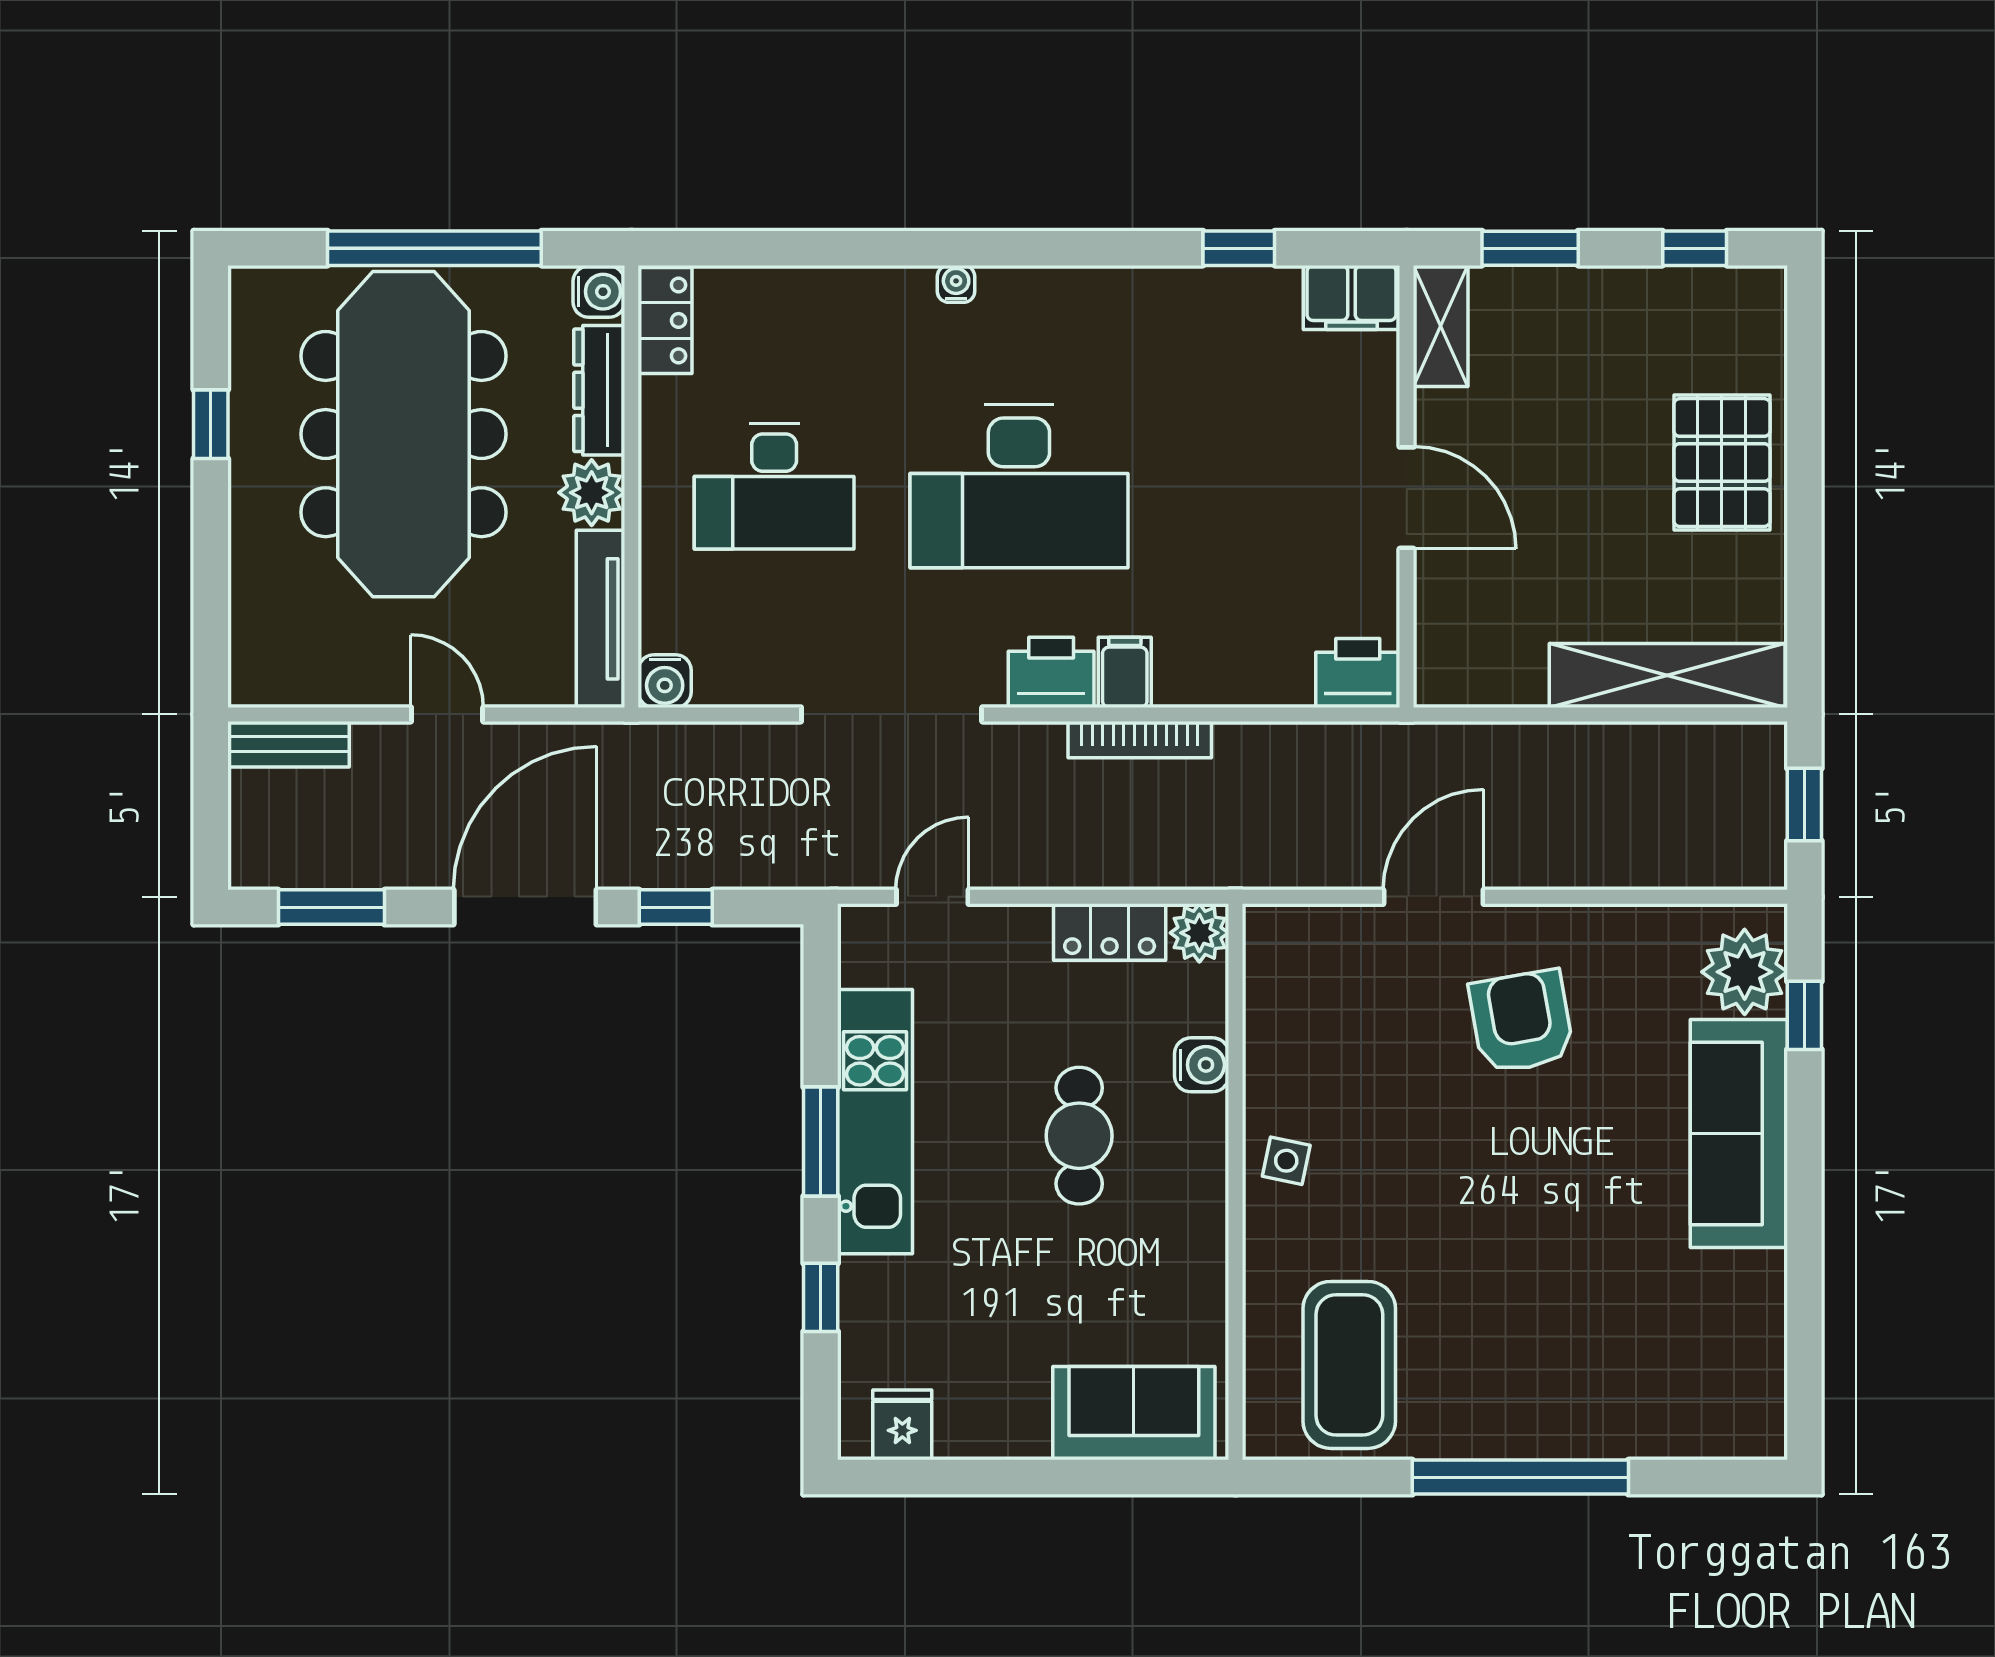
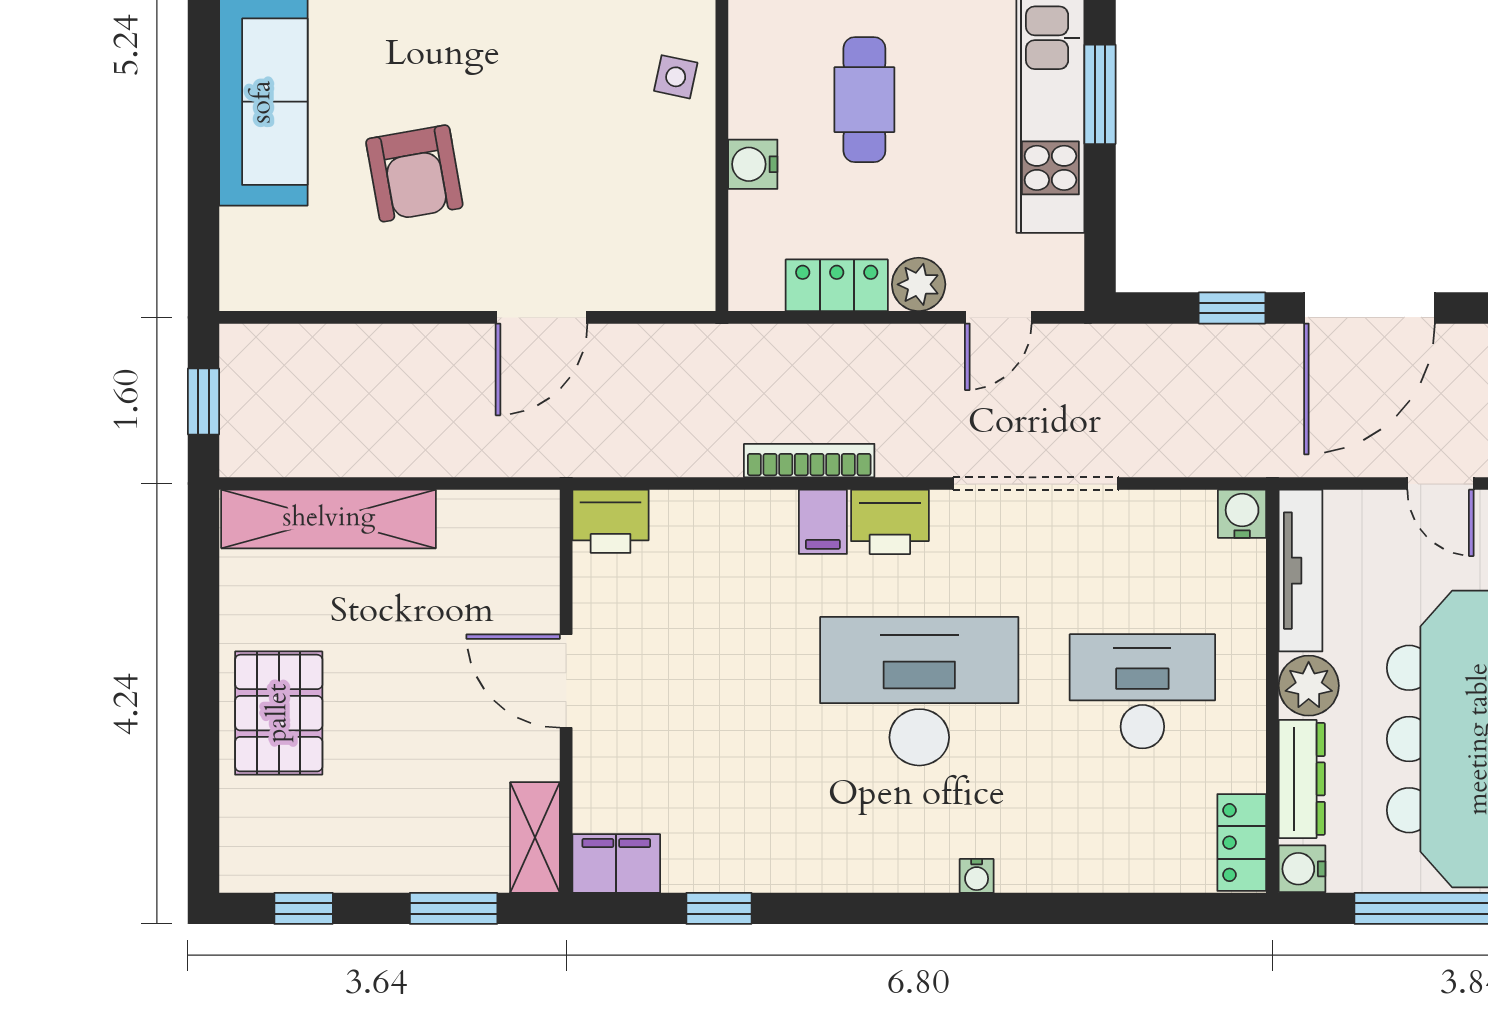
plant: (1199, 933) -> (919, 284), moved
plant: (1745, 972) -> (258, 249), removed
window: (1804, 1015) -> (204, 209), removed
armchair: (1521, 1022) -> (414, 173), moved

